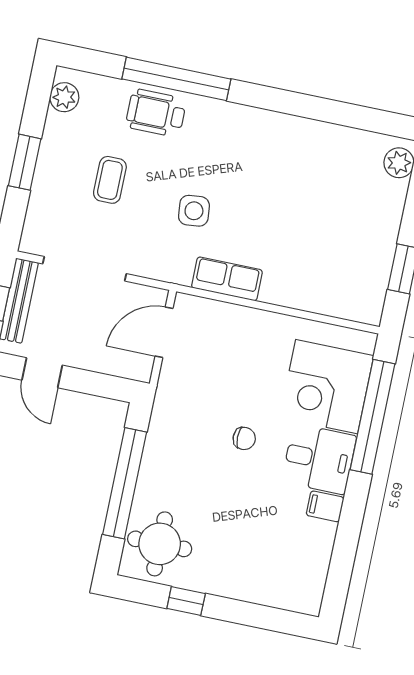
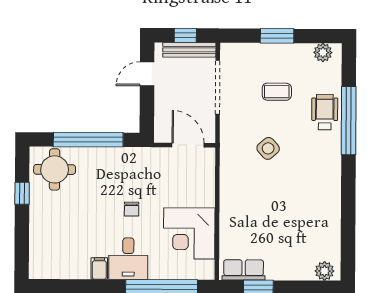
side table: (194, 211) -> (268, 148), turned -35
row of seats: (227, 279) -> (244, 270), moved, turned -90
corner desk: (327, 387) -> (189, 233), moved, turned -90

